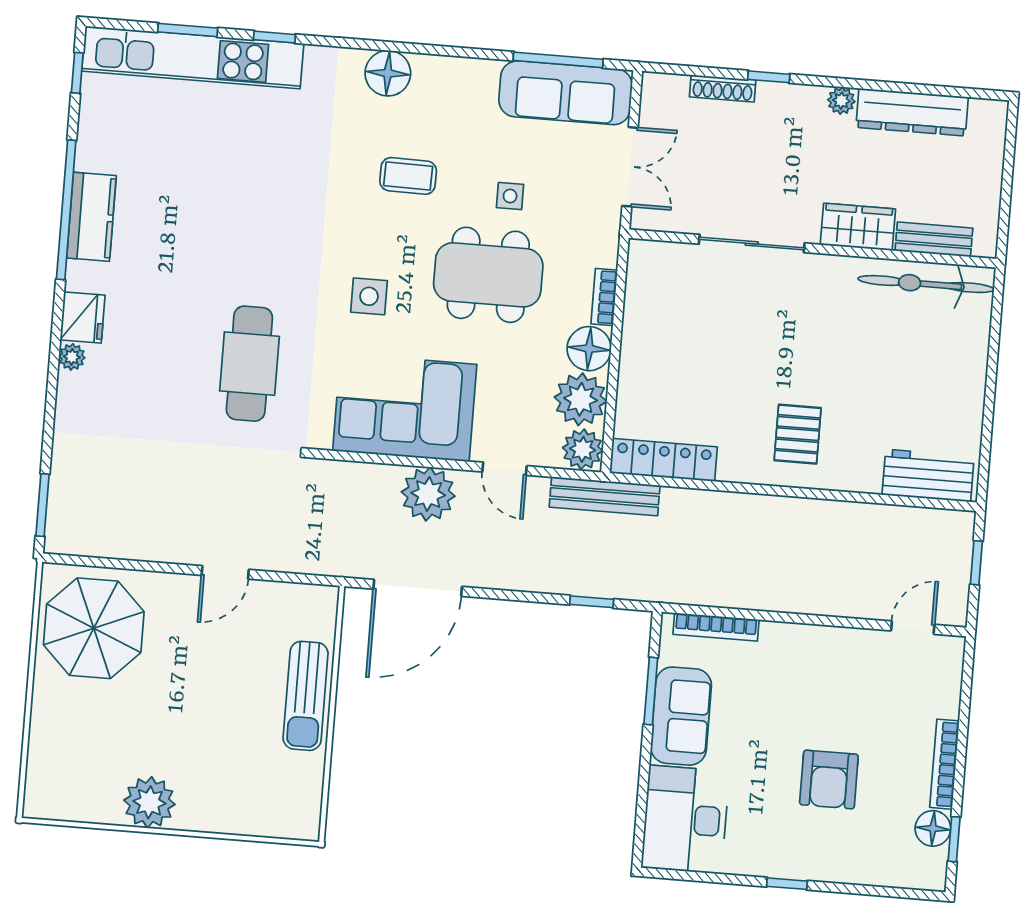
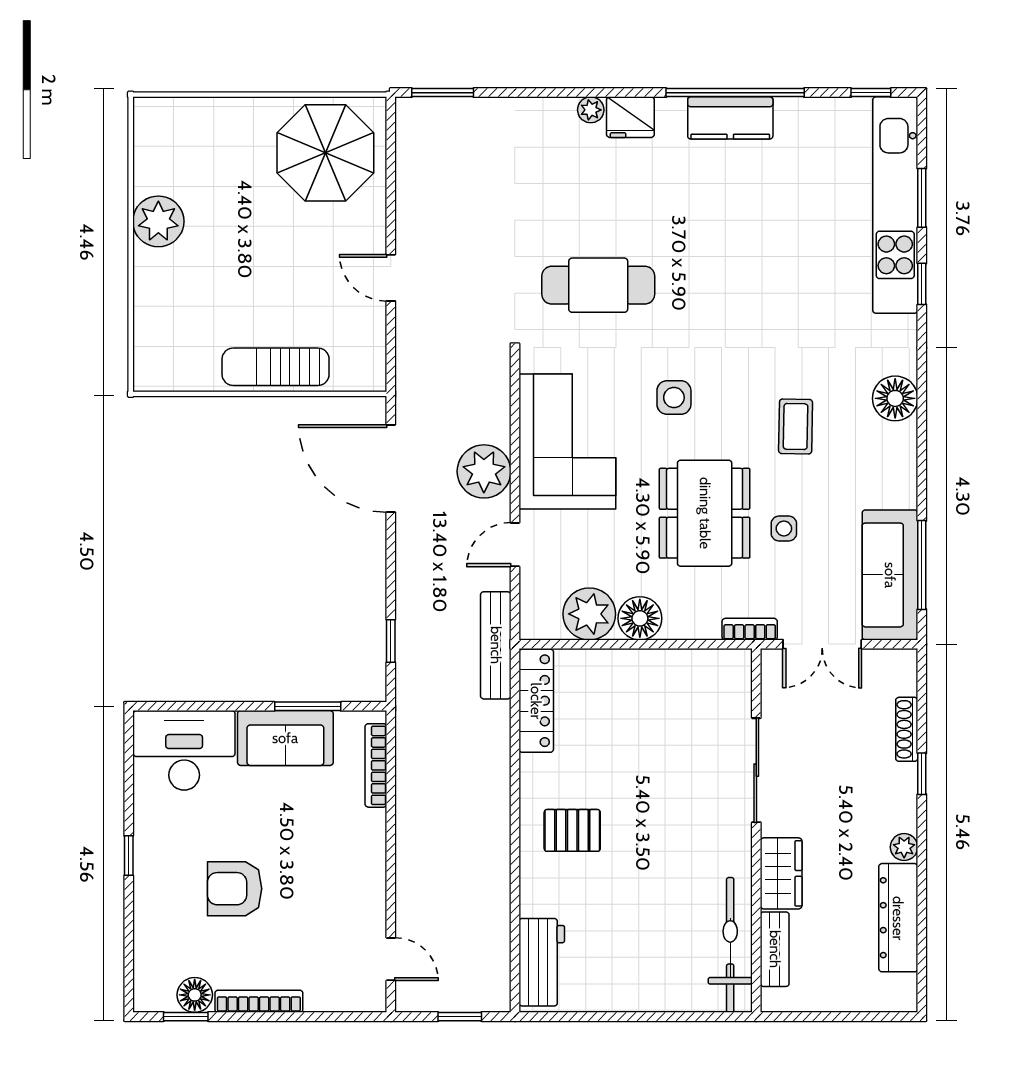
bookcase: (604, 297) -> (750, 629), moved
plant: (583, 449) -> (540, 620), removed

